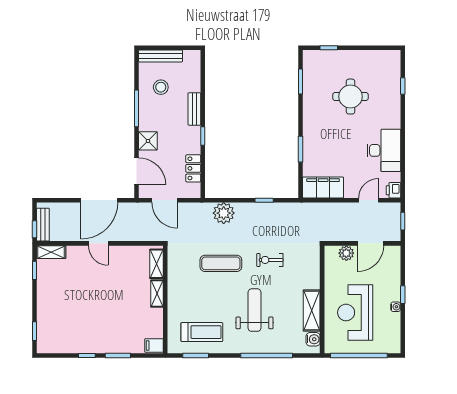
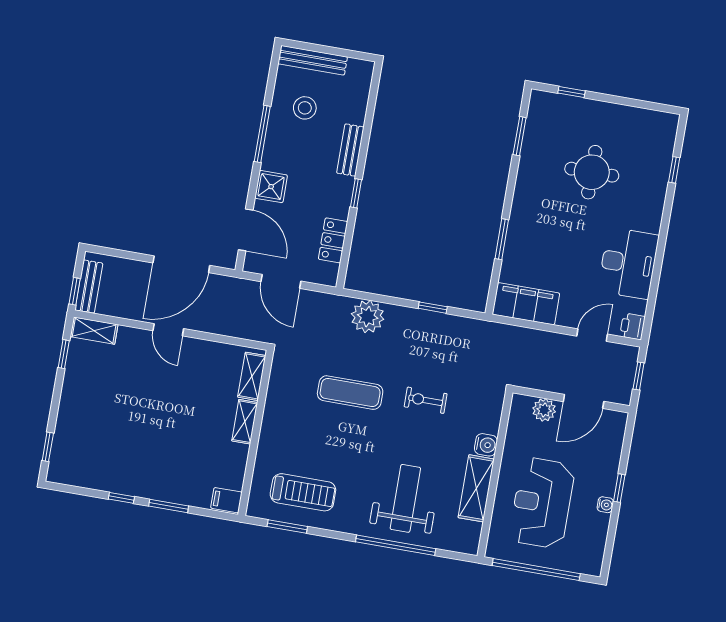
weight bench: (255, 310) -> (405, 498), moved
water cooler: (313, 339) -> (486, 445), moved

